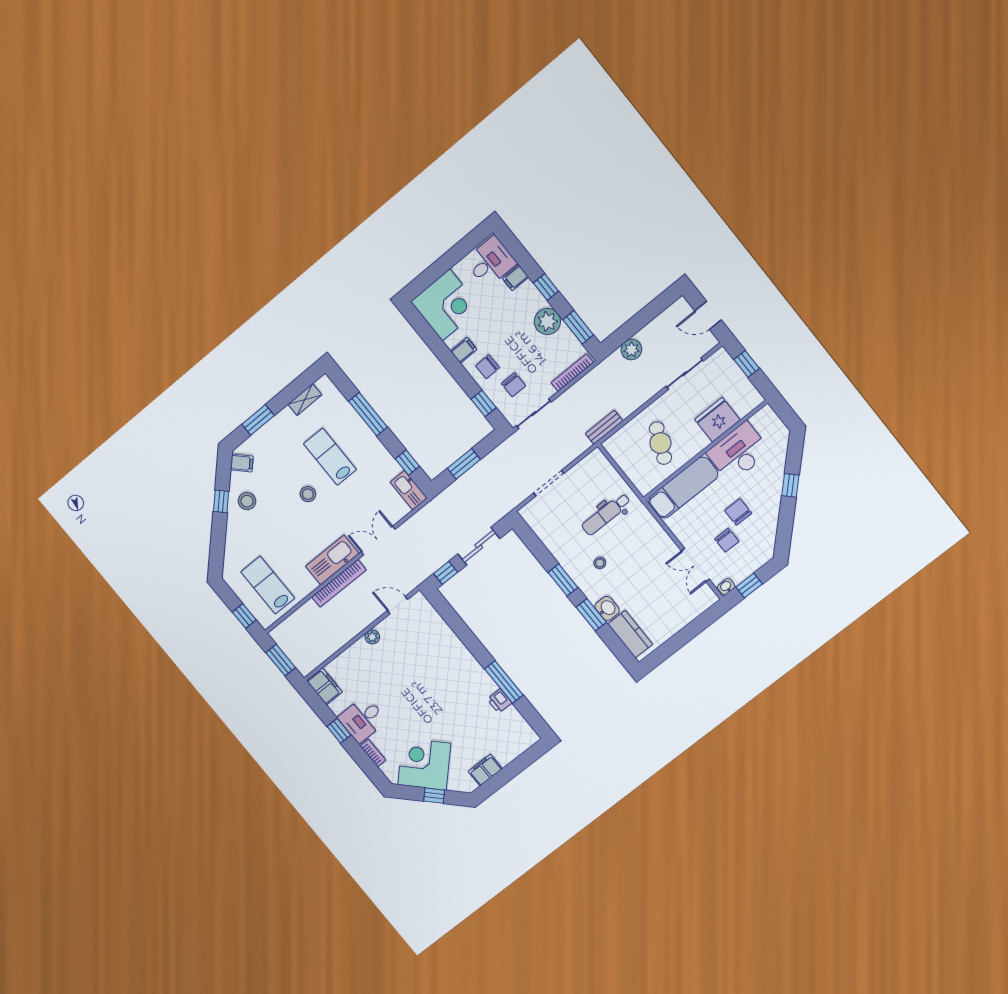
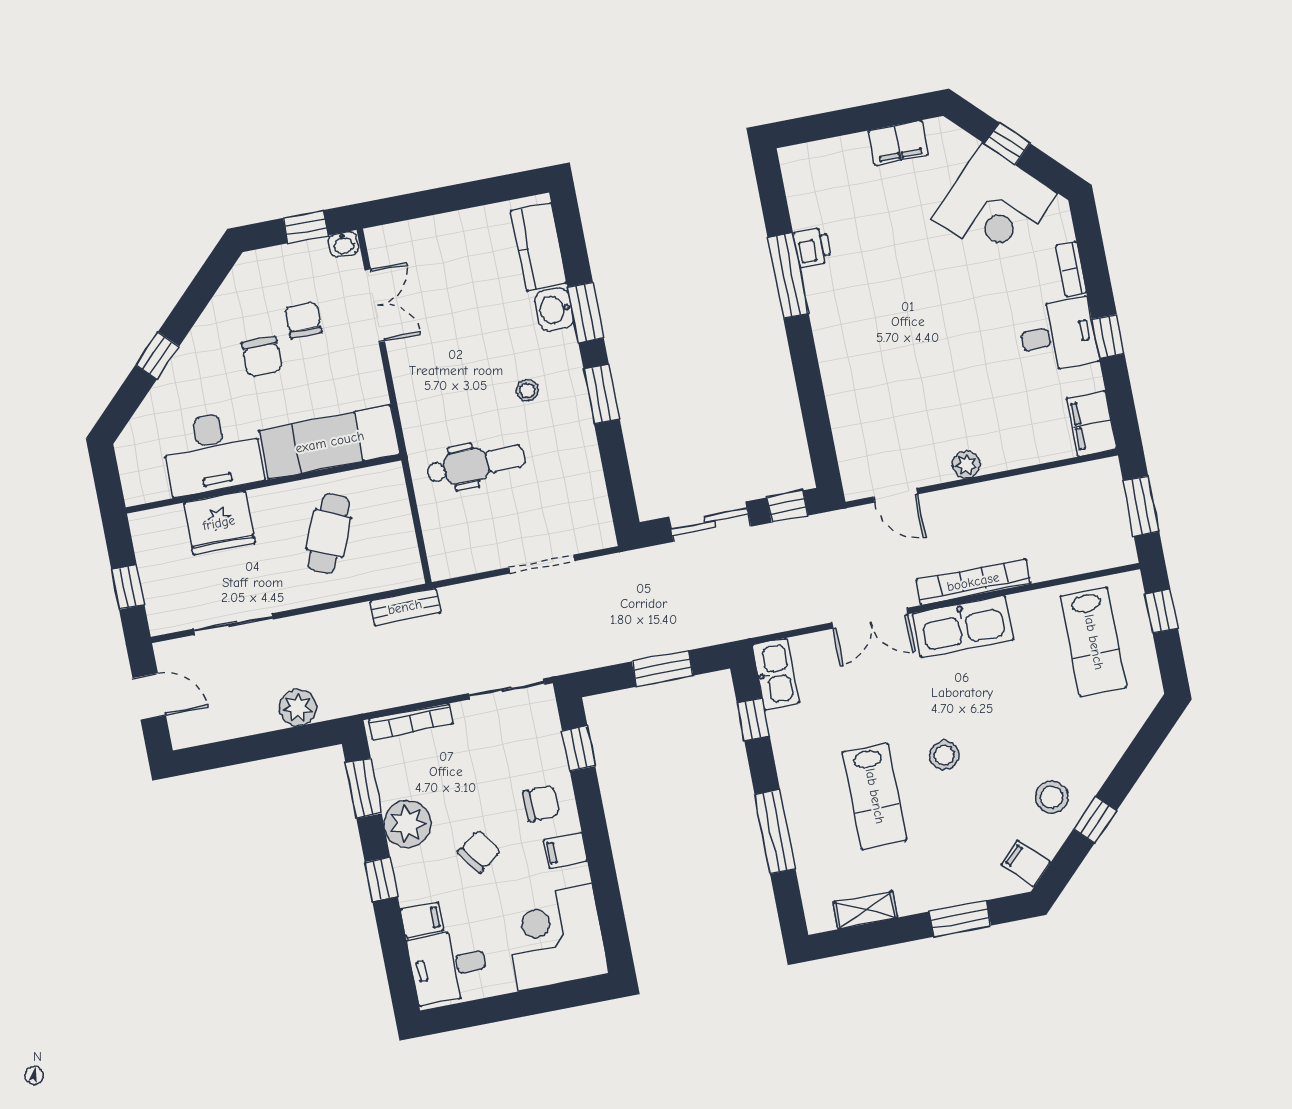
chair: (514, 385) -> (479, 851), moved, turned 54

